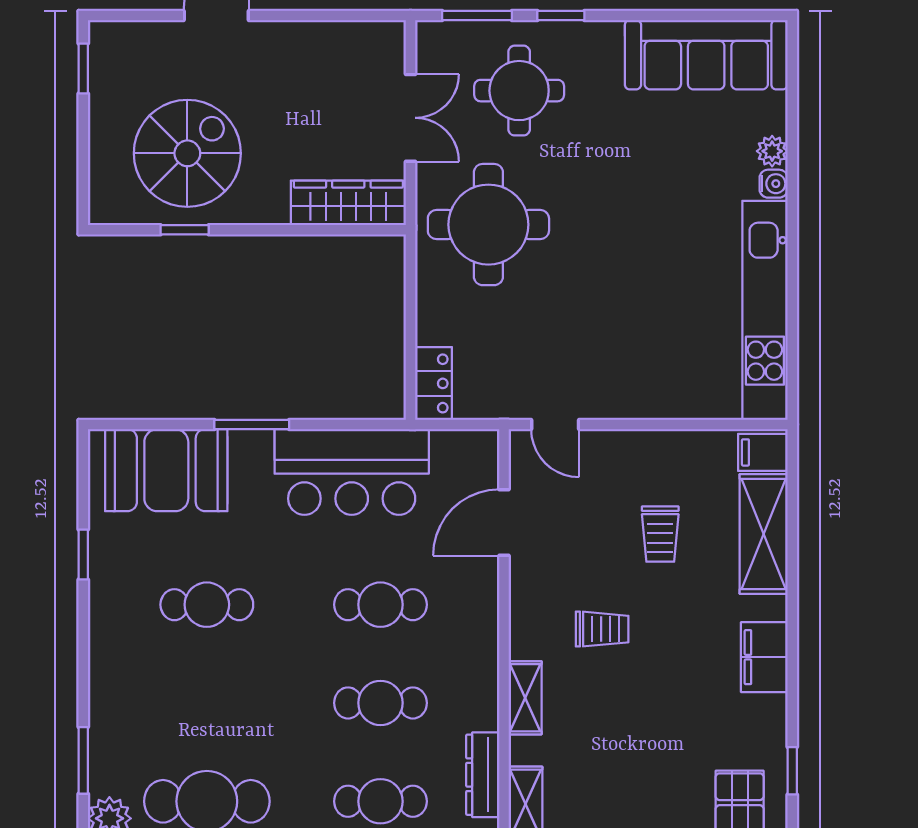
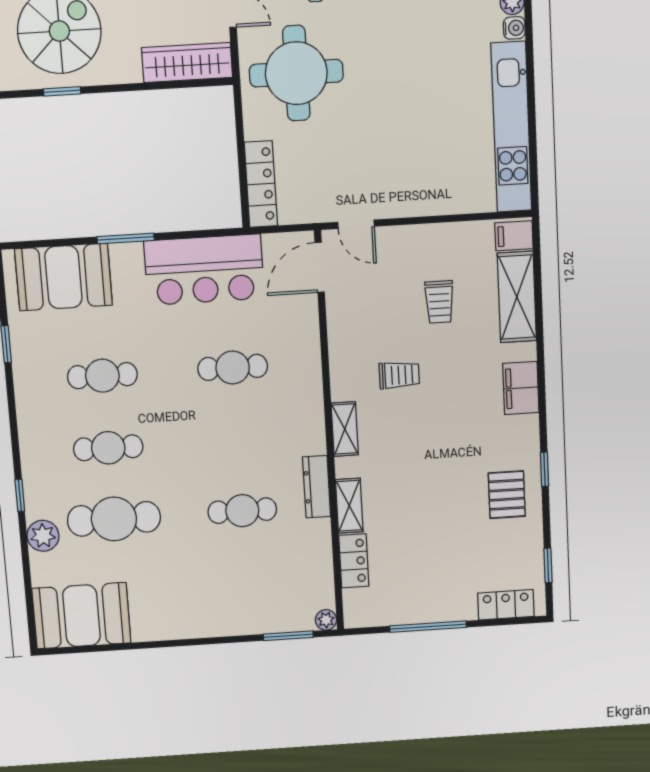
locker: (434, 383) -> (261, 184), width x1.53
door: (504, 522) -> (320, 267), moved
cafe table: (380, 703) -> (108, 448), moved
window: (83, 760) -> (20, 495), width x0.67

